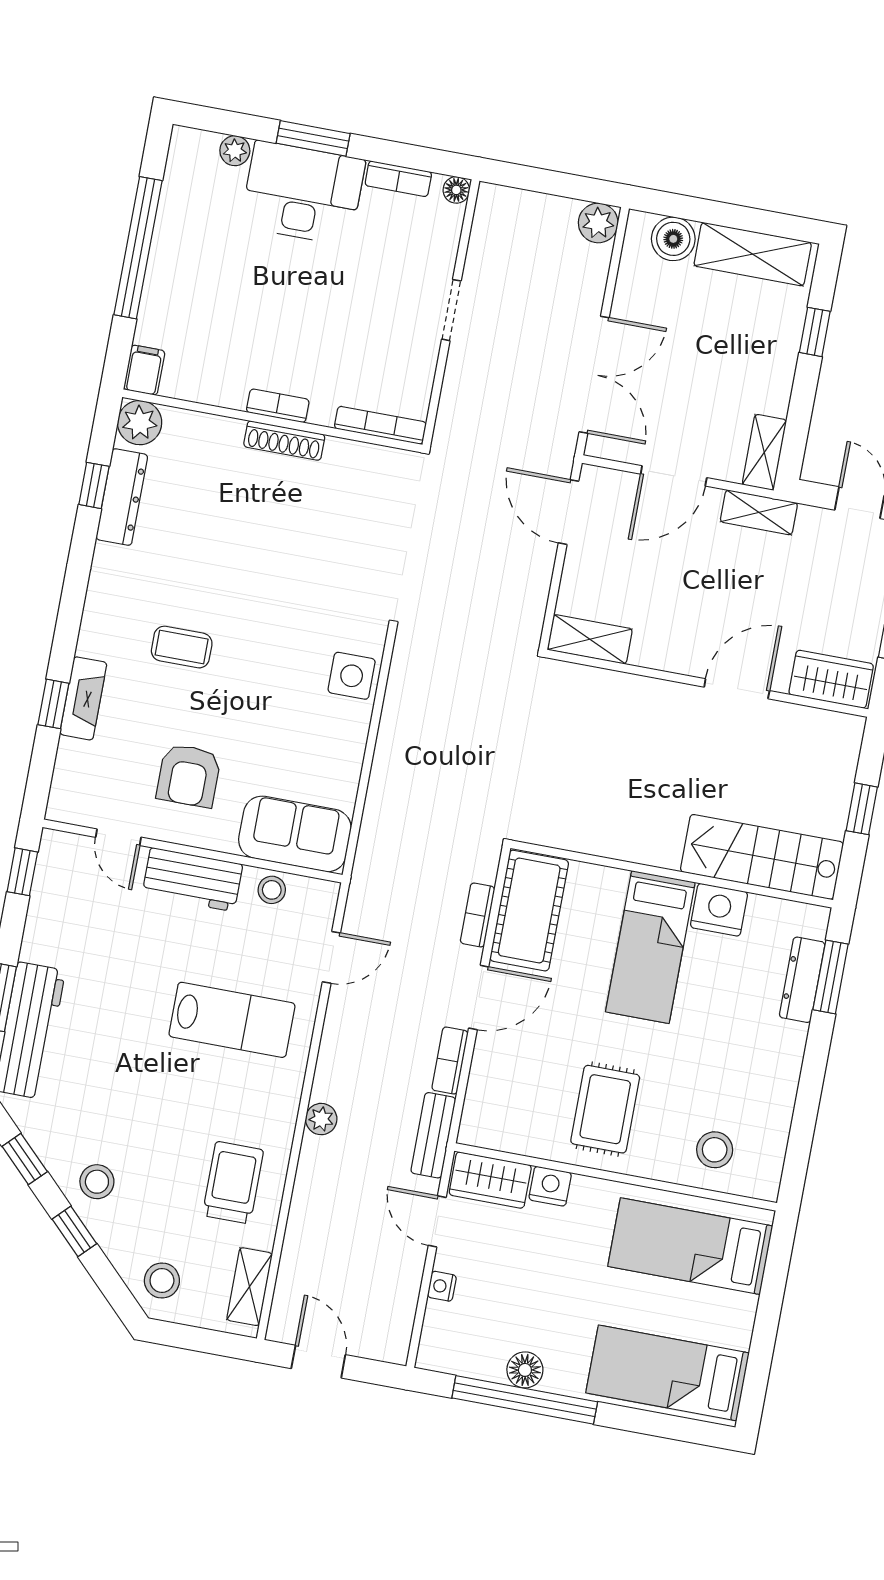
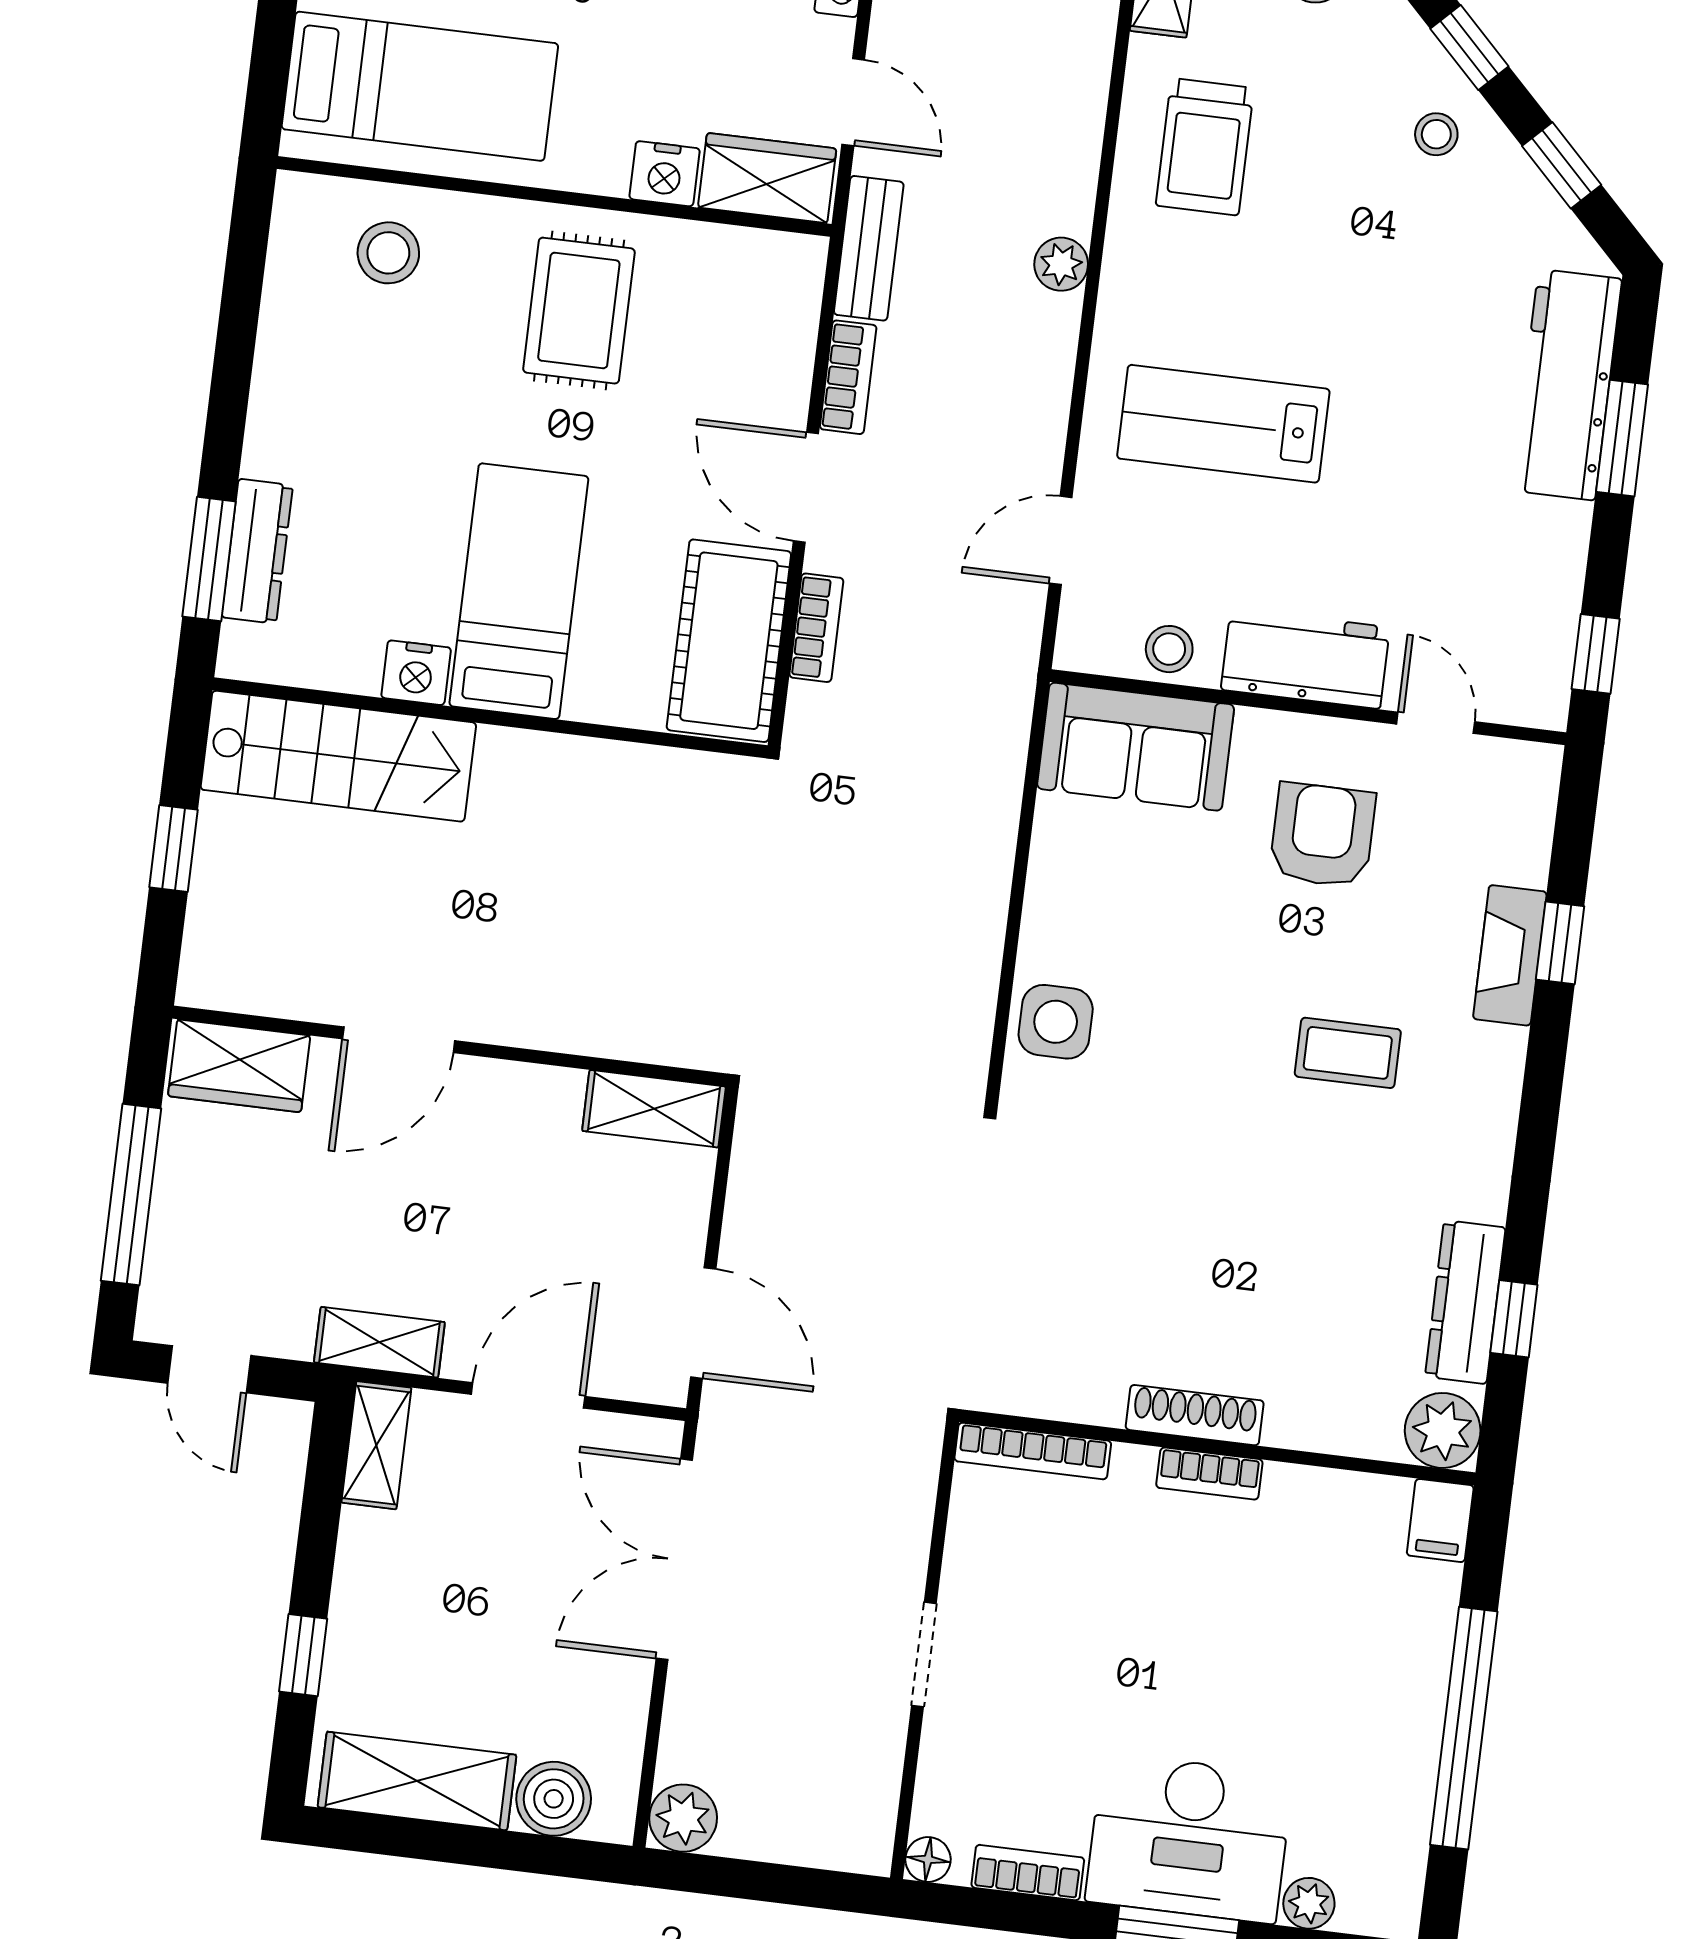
nightstand: (719, 910) -> (416, 673), width x0.74, depth x0.75
door: (479, 998) -> (806, 487), hinge flipped
stool: (97, 1182) -> (1436, 134), width x0.73, depth x0.73

